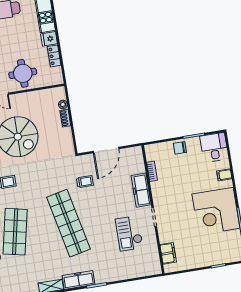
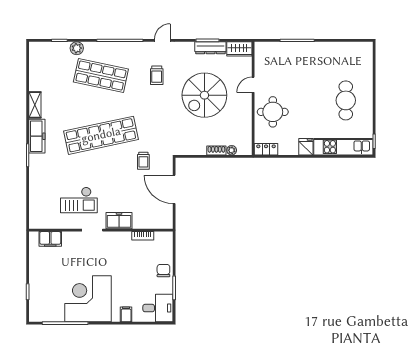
locker: (54, 56) -> (266, 149), moved
freezer: (141, 190) -> (119, 221), width x0.71
checkout: (129, 233) -> (79, 200), turned 180

